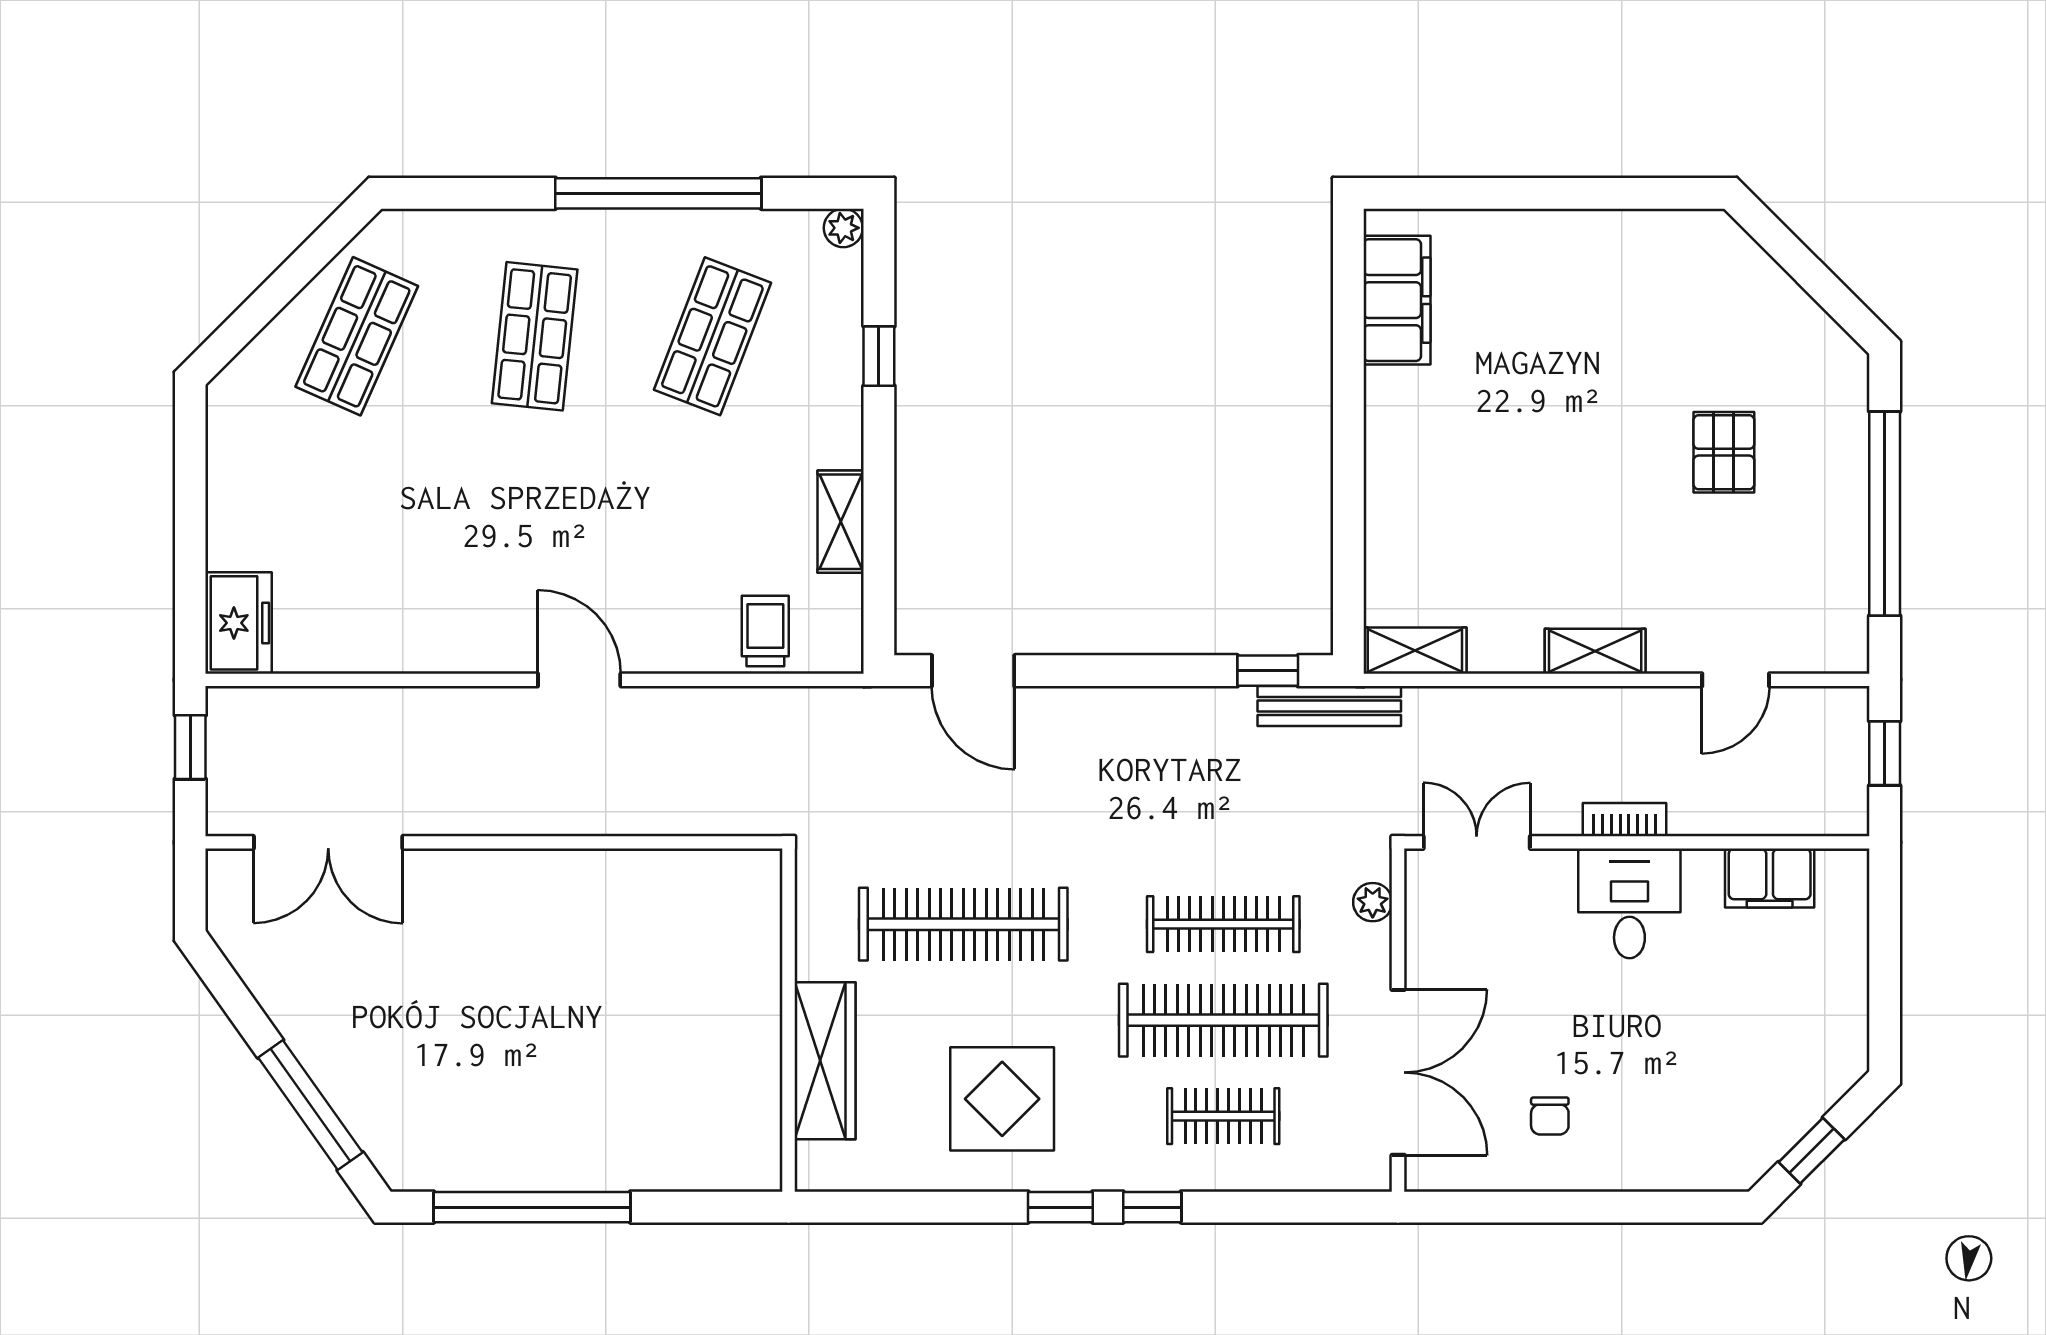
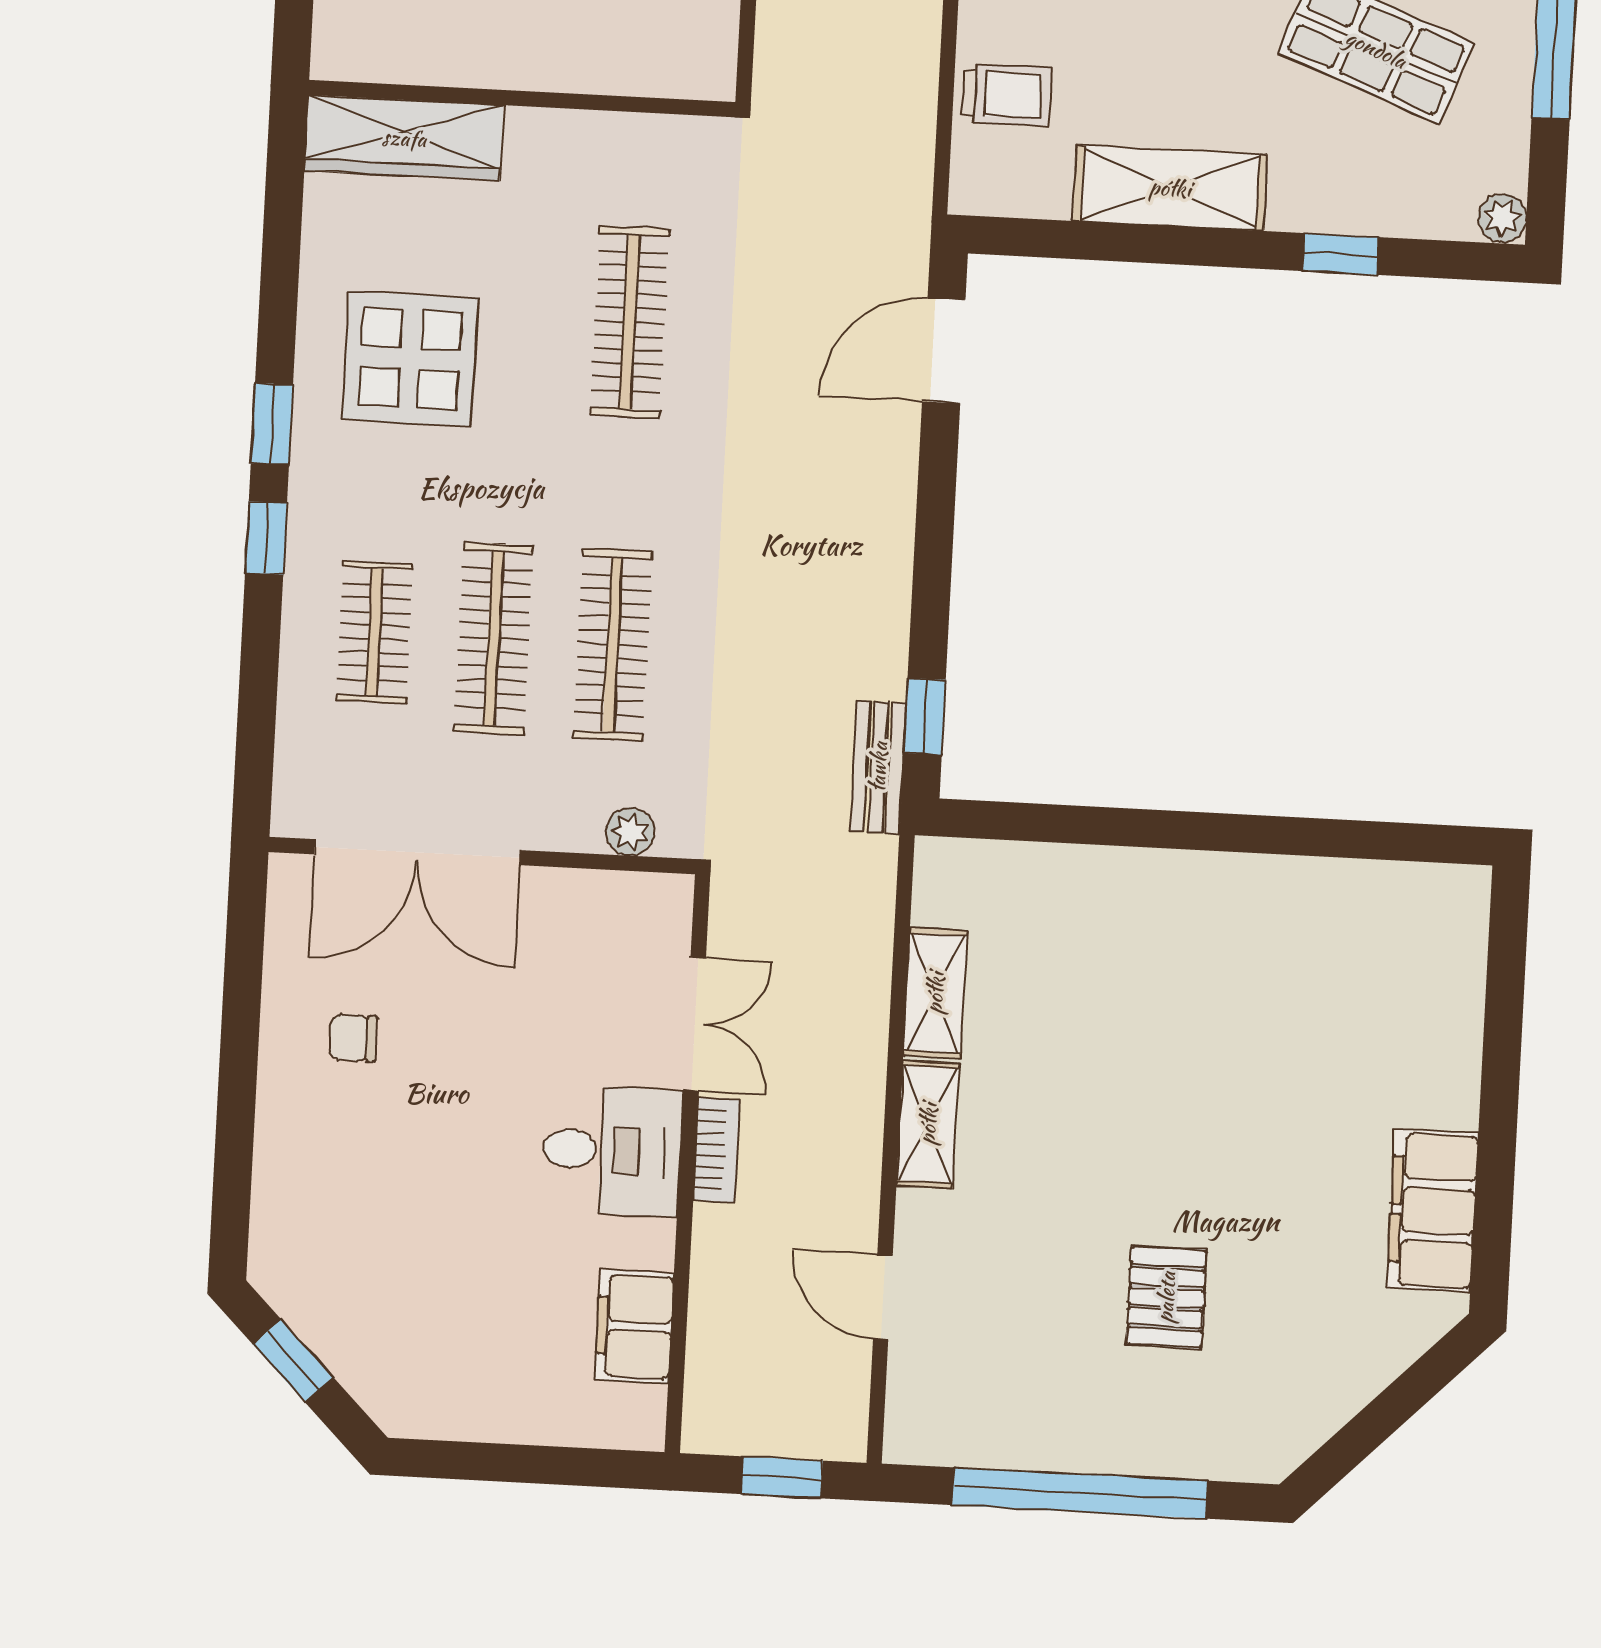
filing cabinet: (1397, 300) -> (1433, 1211), moved, turned 90
pallet: (1724, 452) -> (1166, 1297), turned 90
shelving: (841, 522) -> (1170, 188), width x1.50, depth x1.33
shelving: (1415, 651) -> (935, 993), moved
bench: (1329, 706) -> (878, 767), width x0.73
double door: (1477, 842) -> (695, 1024), moved
clothes rail: (963, 924) -> (630, 322), width x0.73, depth x0.76
clothes rail: (1223, 1020) -> (494, 638), width x0.73, depth x0.76
wardrobe: (825, 1061) -> (404, 138), moved

